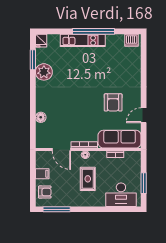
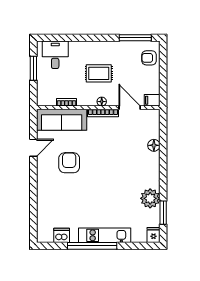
dishwasher: (132, 40) -> (62, 235), moved
filing cabinet: (42, 174) -> (152, 100), moved
rug: (88, 179) -> (99, 73), turned 90
desk: (121, 195) -> (55, 55), width x0.73

